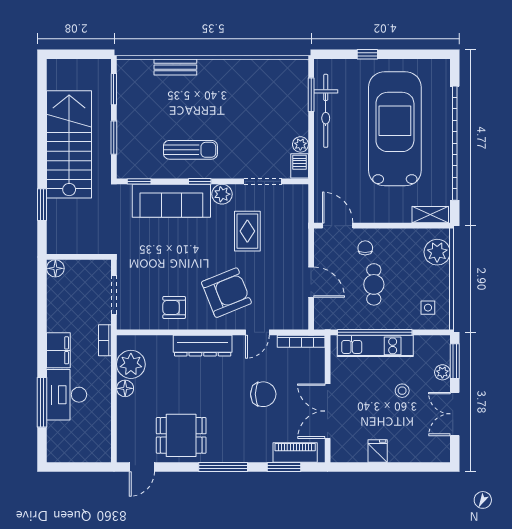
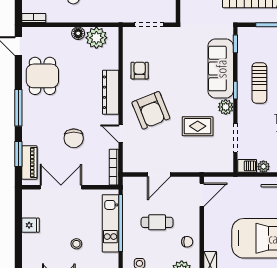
chair: (365, 248) -> (187, 242), moved
bookcase: (105, 340) -> (34, 18), moved

